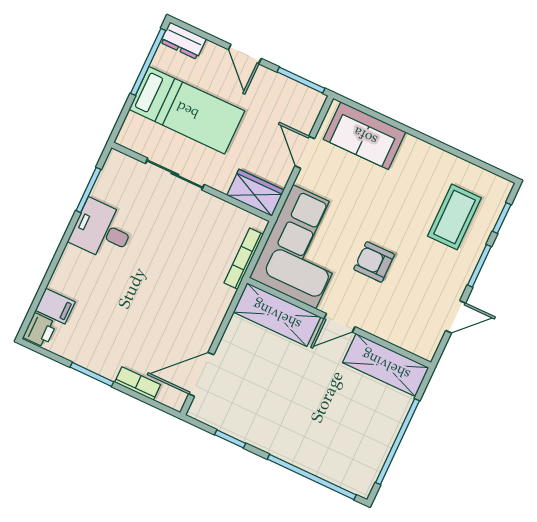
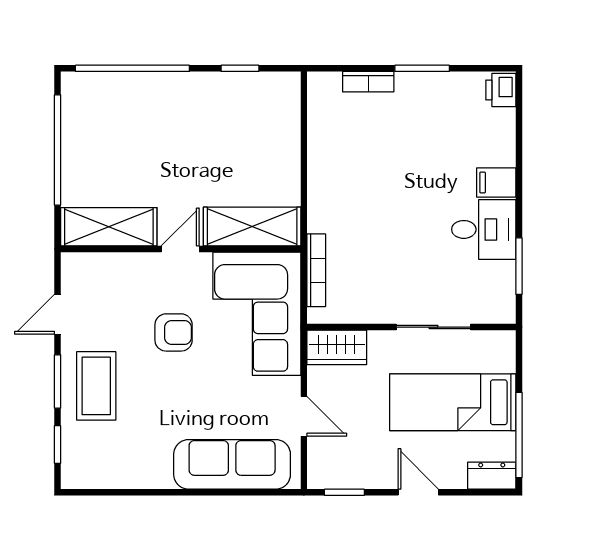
window: (301, 80) -> (344, 492), width x0.67
sofa: (365, 136) -> (232, 464), width x1.36
coffee table: (454, 217) -> (96, 386), moved
filing cabinet: (55, 306) -> (496, 183), moved
door: (201, 374) -> (304, 124), removed

